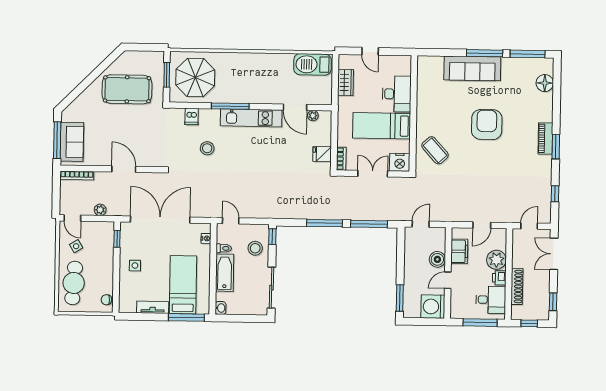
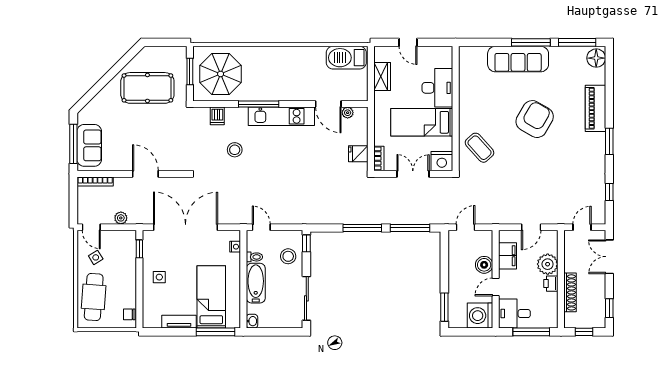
floor lamp: (545, 83) -> (596, 58), moved
armchair: (487, 125) -> (535, 119), turned 30
piano: (545, 138) -> (595, 108), moved, width x1.37, depth x1.33
desk: (491, 300) -> (514, 314), moved, turned 180

